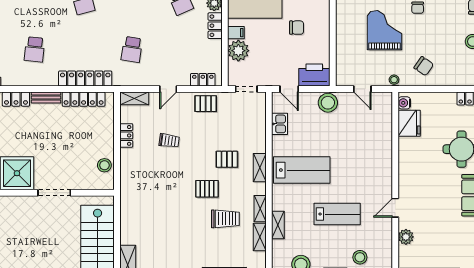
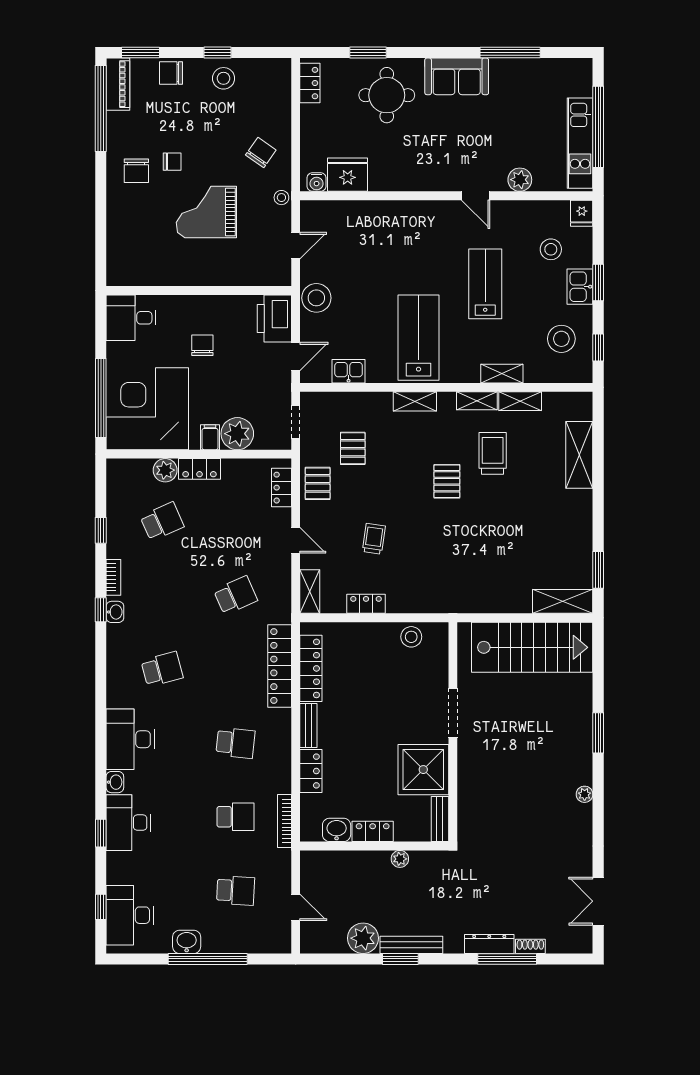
school desk: (132, 49) -> (236, 595), turned -33
pallet: (227, 159) -> (353, 448), moved

